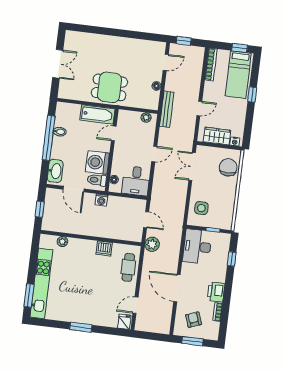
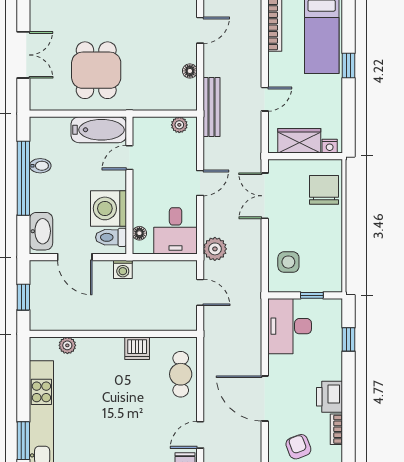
dining table: (109, 87) -> (96, 70), moved, turned 90
plant: (152, 244) -> (215, 249), moved

